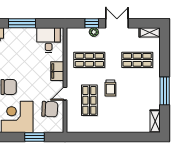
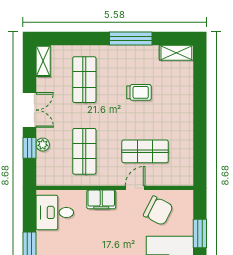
double door: (117, 23) -> (29, 110), swing flipped
trolley: (110, 88) -> (139, 92), moved
door: (65, 94) -> (135, 188), swing flipped
chair: (50, 109) -> (158, 211), turned 114

